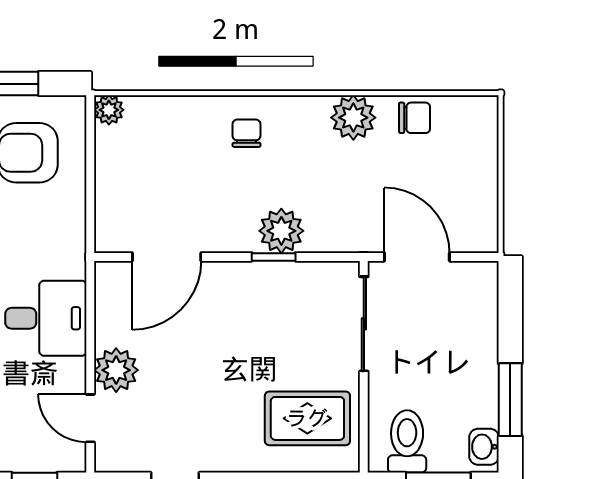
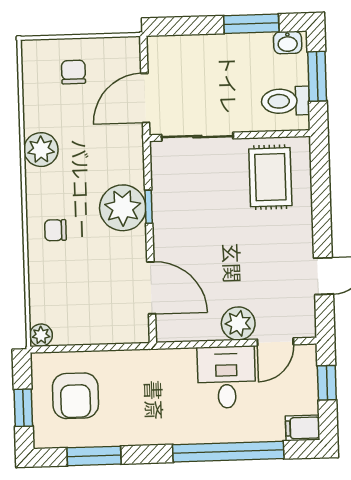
chair: (415, 118) -> (73, 72), moved
plant: (281, 231) -> (123, 208), width x1.36, depth x1.36
desk: (46, 318) -> (226, 377), moved

